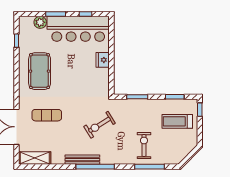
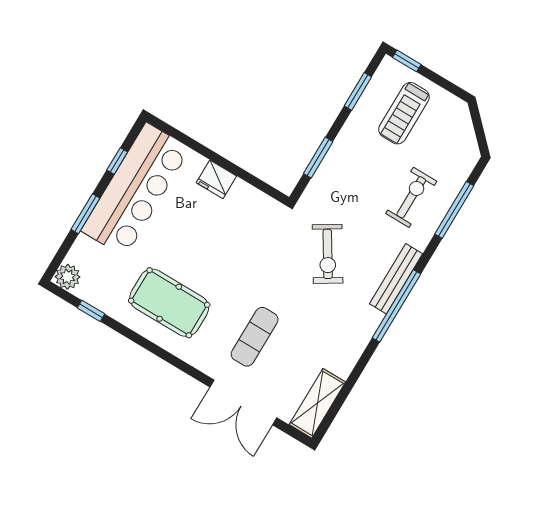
plant: (40, 22) -> (68, 277), moved
exercise bike: (144, 146) -> (411, 197), turned 90
bench: (82, 160) -> (396, 279), moved

